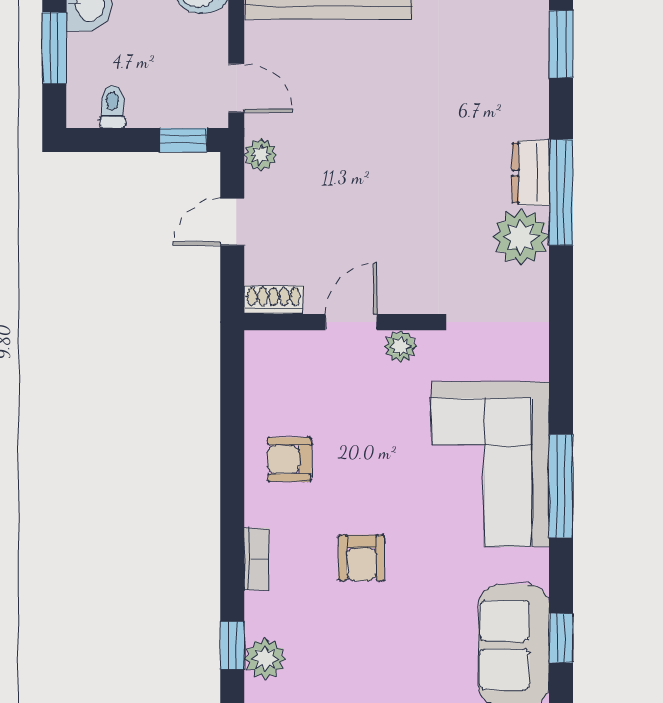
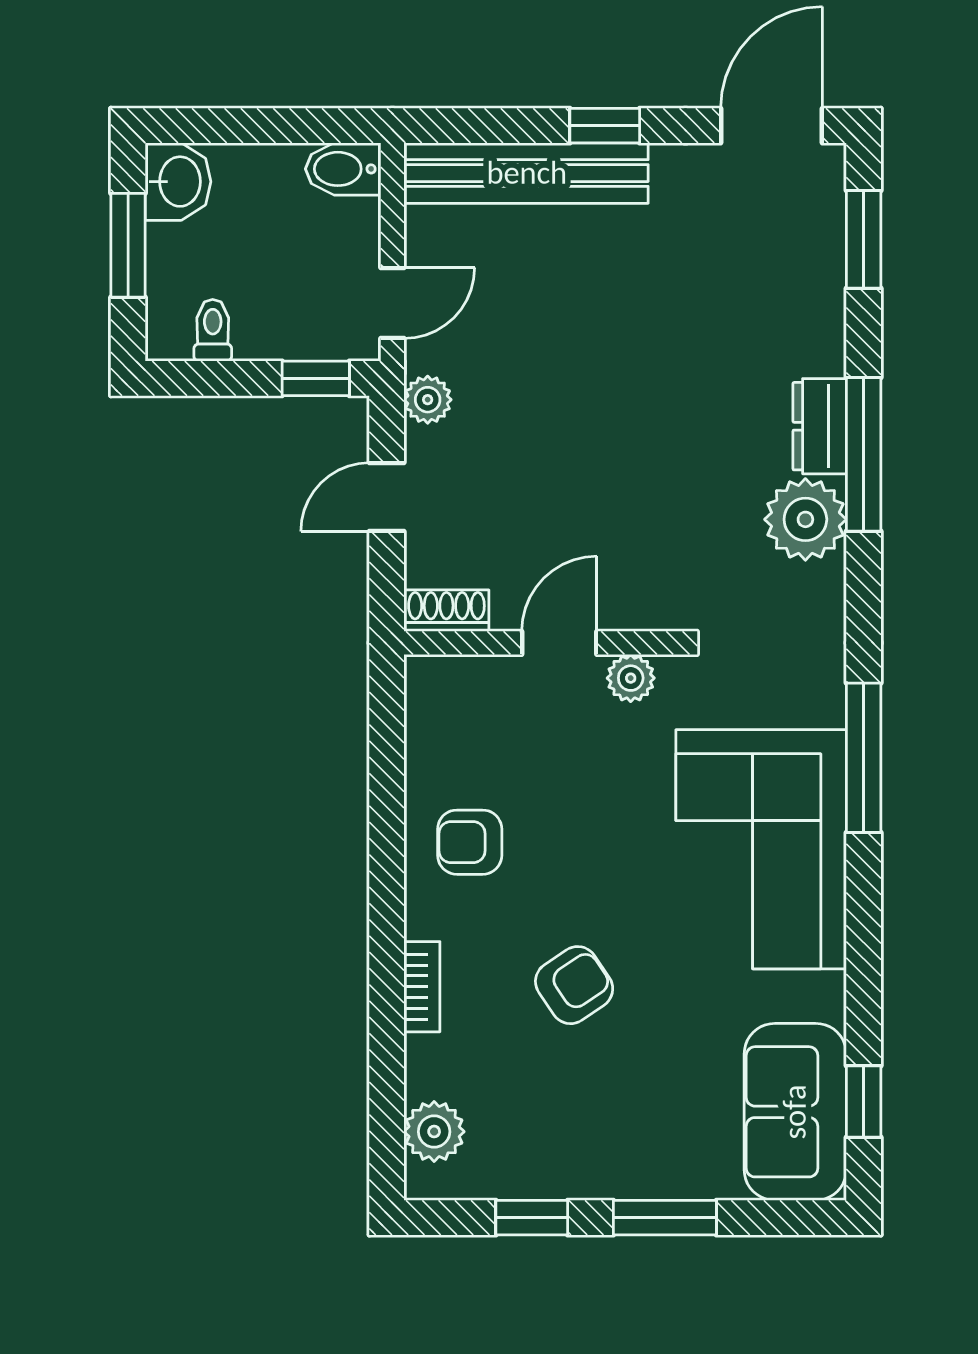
door: (236, 88) -> (392, 303), hinge flipped
window: (561, 486) -> (864, 758), moved
armchair: (361, 558) -> (574, 985), turned -124
window: (232, 645) -> (387, 1112), removed

